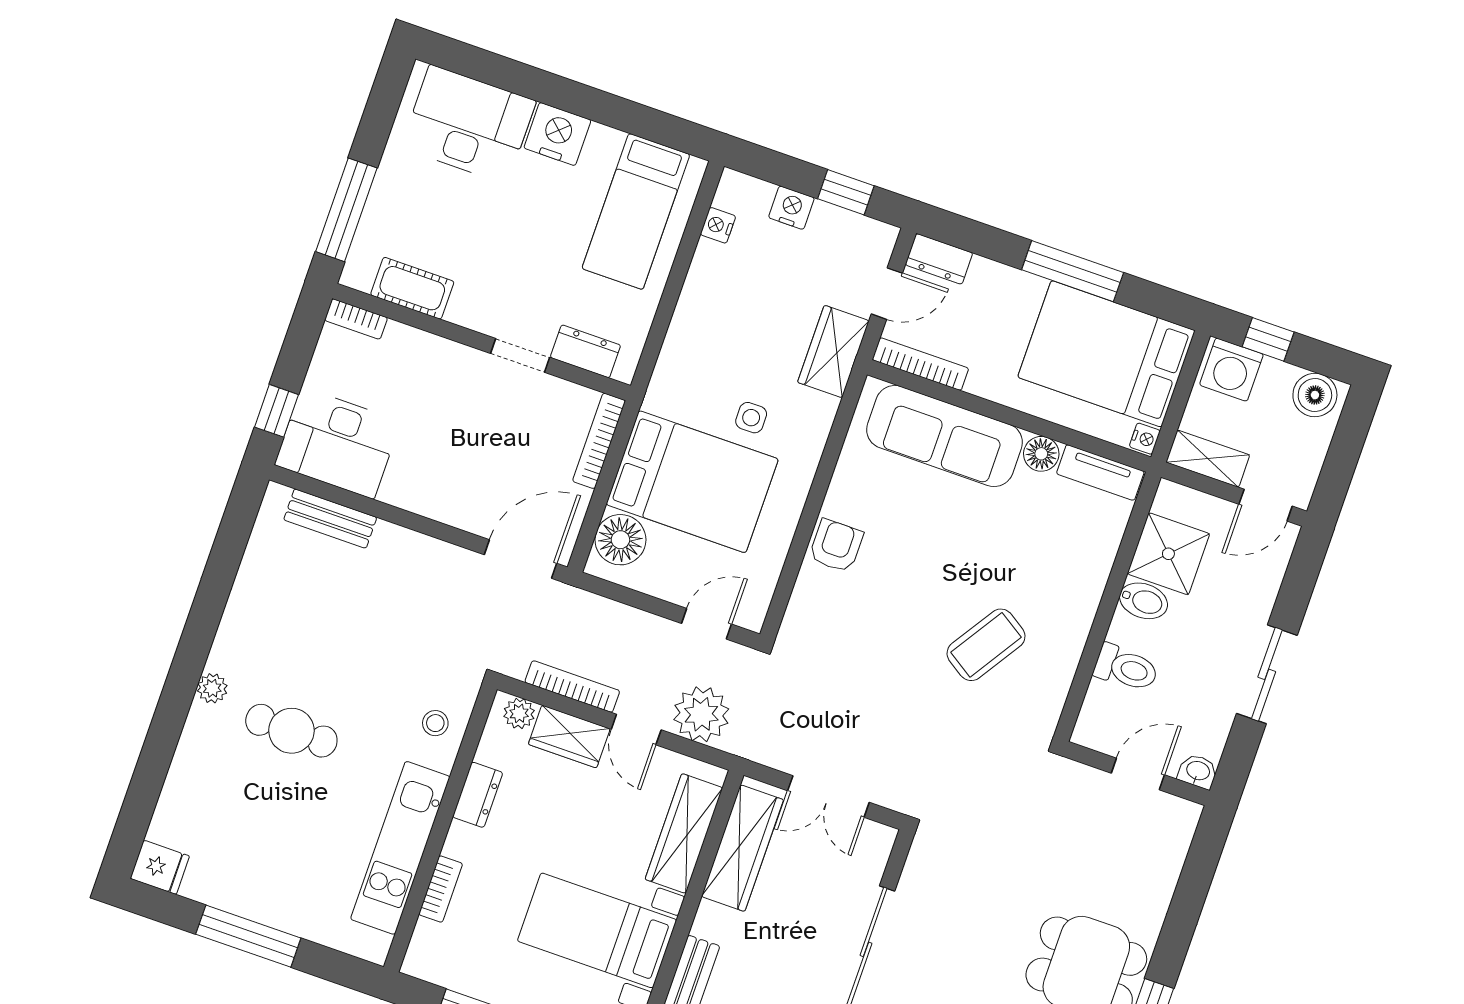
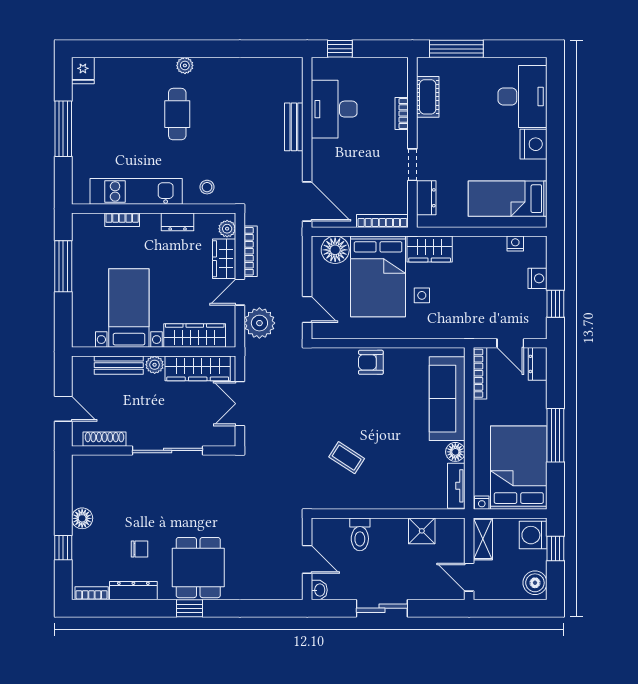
bookcase: (356, 319) -> (402, 114), moved
wardrobe: (833, 352) -> (430, 249), moved, turned 180
desk: (338, 443) -> (334, 109), moved
bench: (330, 519) -> (294, 127), moved
armchair: (836, 546) -> (371, 362), turned 180
shower: (1168, 554) -> (422, 531), width x0.73, depth x0.73
bidet: (1144, 601) -> (398, 531), removed
coffee table: (986, 645) -> (347, 458), width x0.73, depth x0.77
plant: (710, 920) -> (155, 365), added

